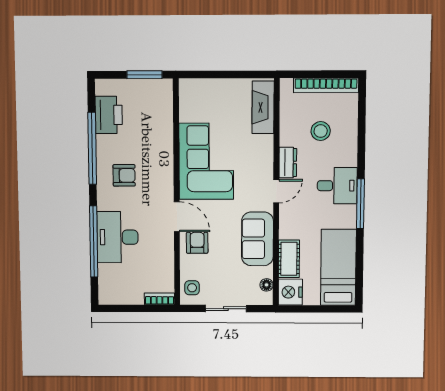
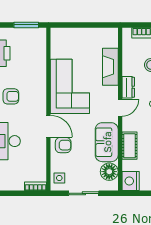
fireplace: (263, 107) -> (110, 67), moved
armchair: (197, 243) -> (63, 145), turned 90
cot: (289, 259) -> (129, 146), moved
floor lamp: (267, 285) -> (109, 172), width x1.89, depth x1.89

